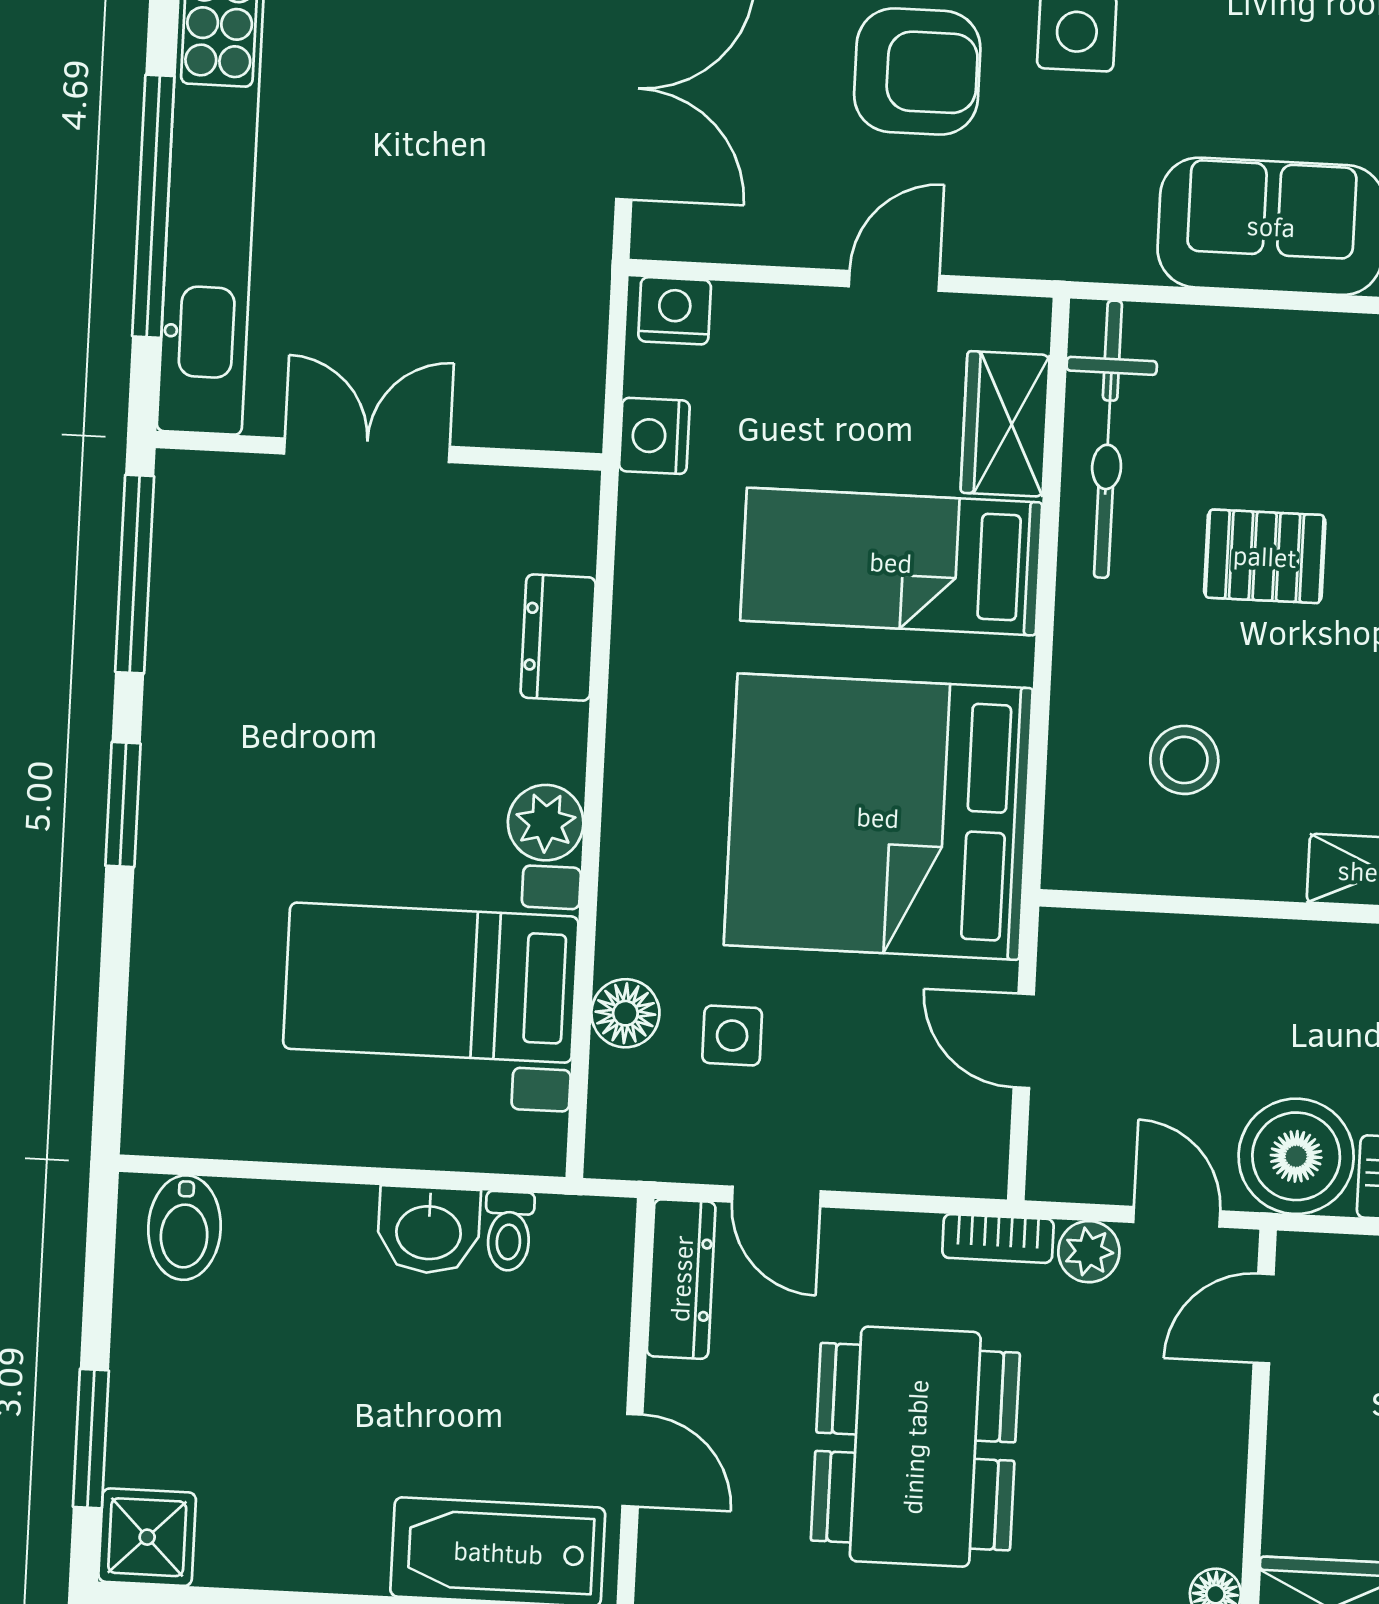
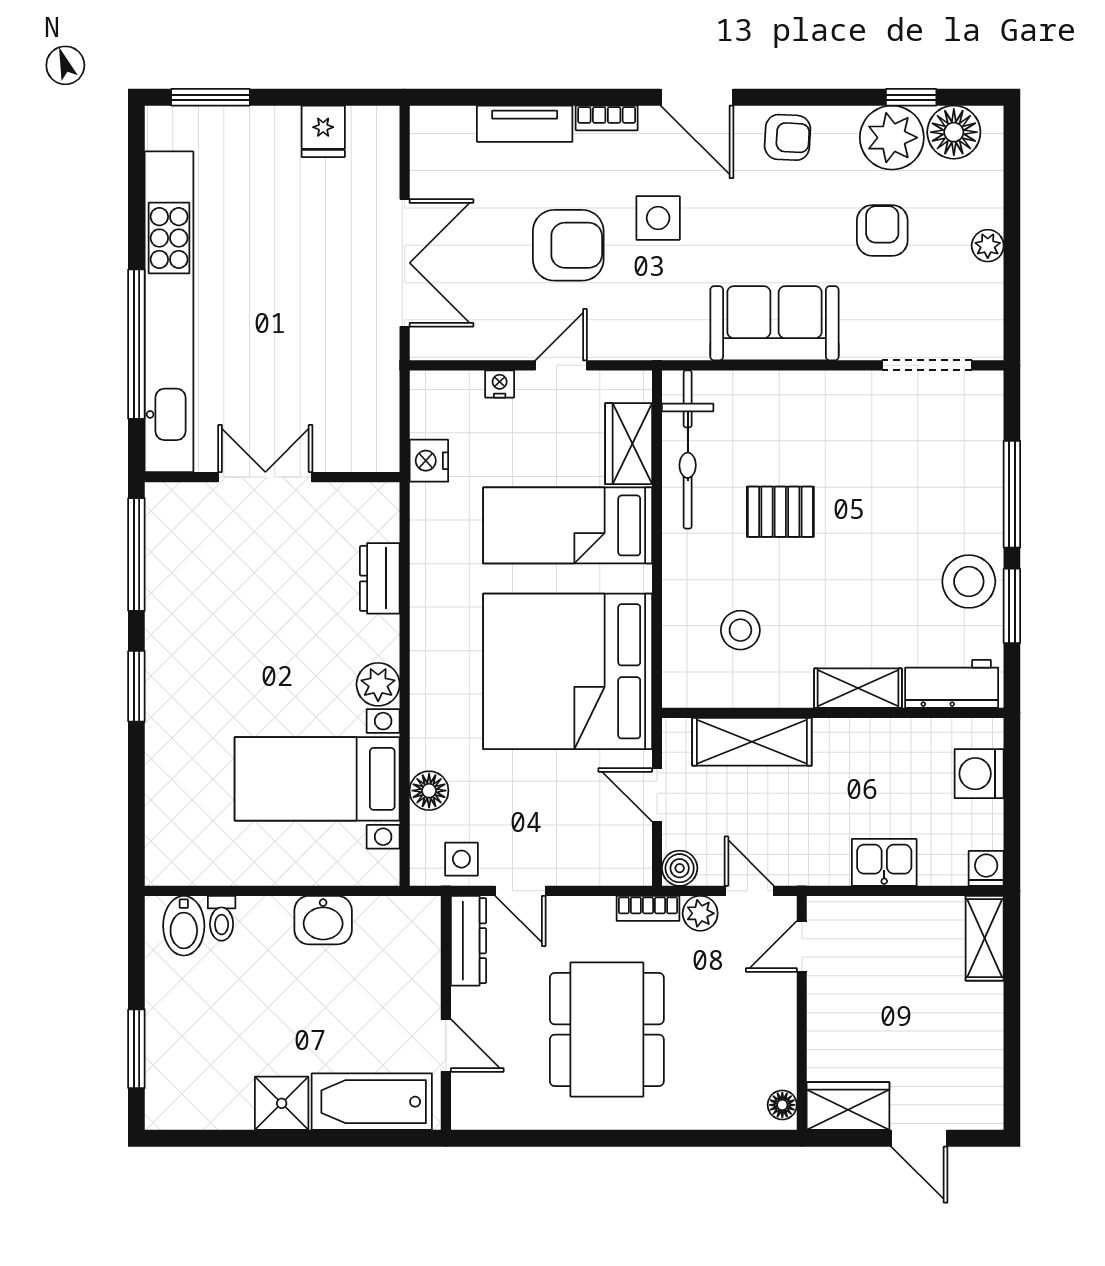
nightstand: (675, 311) -> (500, 384), moved, width x0.72, depth x0.74
shelving: (1195, 956) -> (752, 742), added
side table: (732, 1035) -> (461, 859), moved
boiler: (1296, 1156) -> (680, 868), moved, width x0.54, depth x0.54
toilet: (509, 1231) -> (222, 918), moved
shower: (147, 1537) -> (282, 1103), moved

